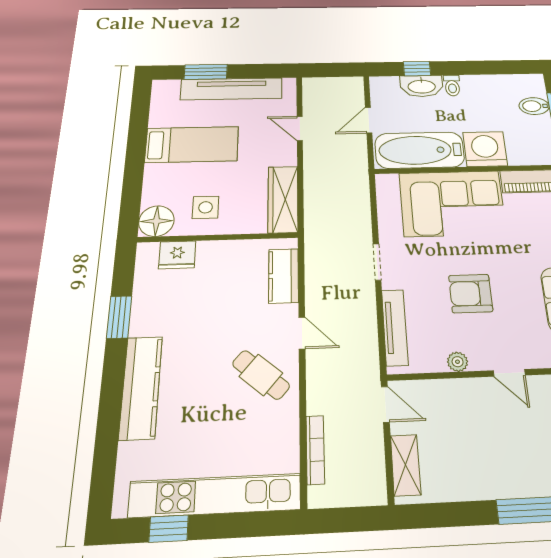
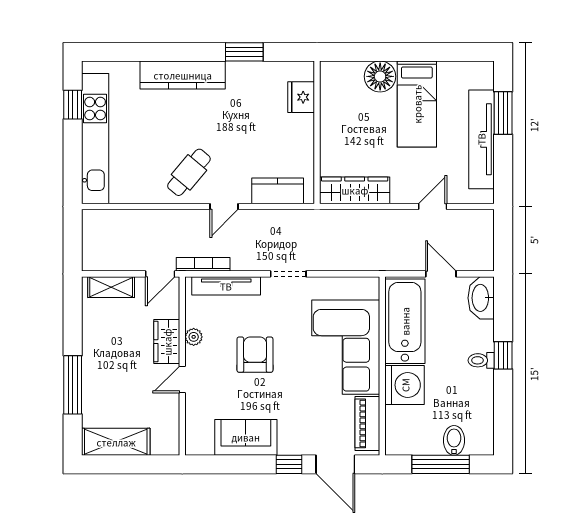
window: (417, 69) -> (503, 355), moved
washbasin: (422, 86) -> (481, 298), moved
side table: (206, 207) -> (348, 120), removed
floor lamp: (156, 221) -> (380, 76), moved
wardrobe: (466, 393) -> (167, 342), added
bookcase: (315, 450) -> (203, 264), moved, turned 180

